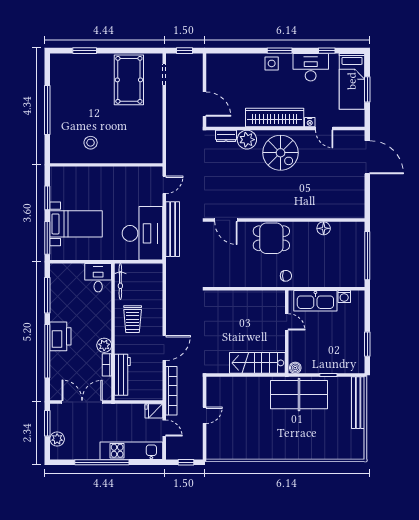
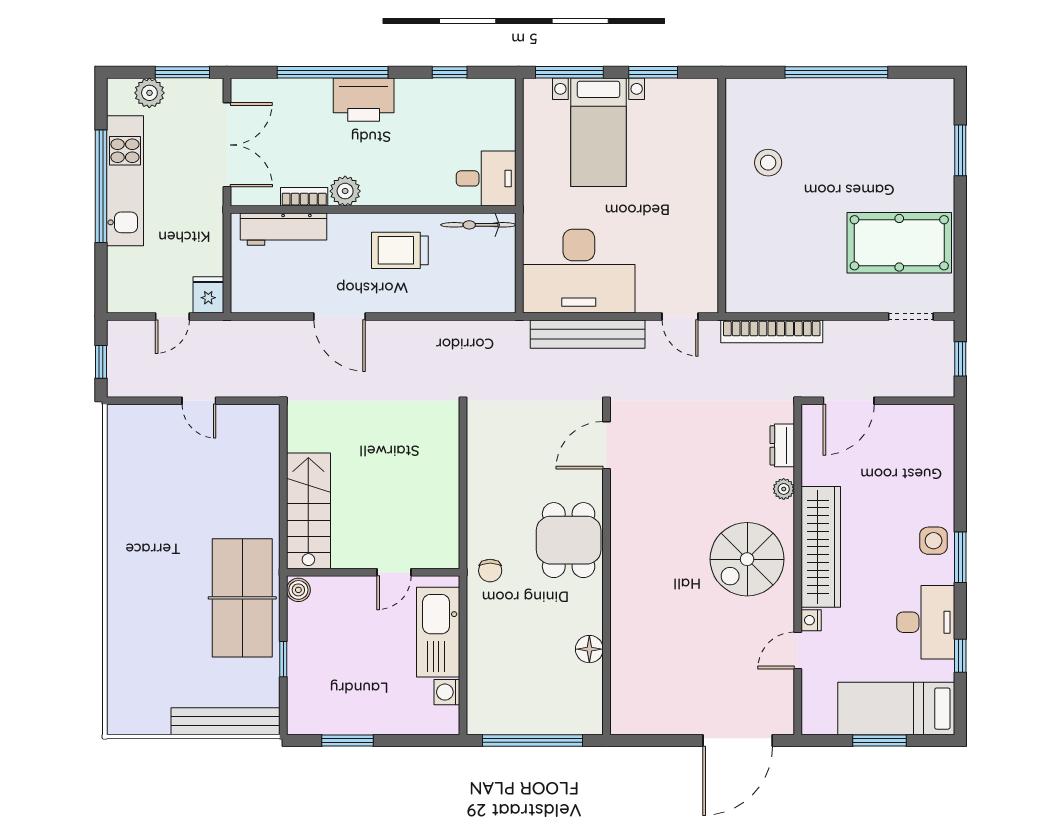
plant: (247, 140) -> (784, 489), width x0.53, depth x0.53
window: (47, 295) -> (450, 72), width x0.46
bookcase: (171, 391) -> (772, 331), moved
kitchen unit: (131, 451) -> (125, 181), moved

